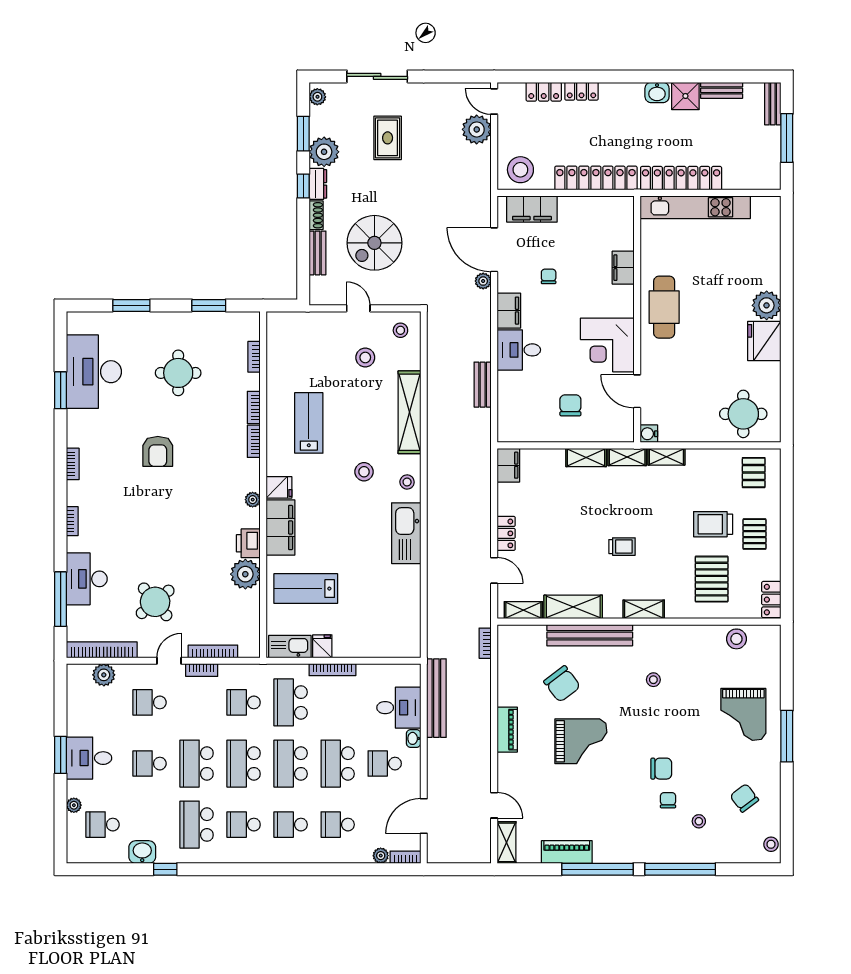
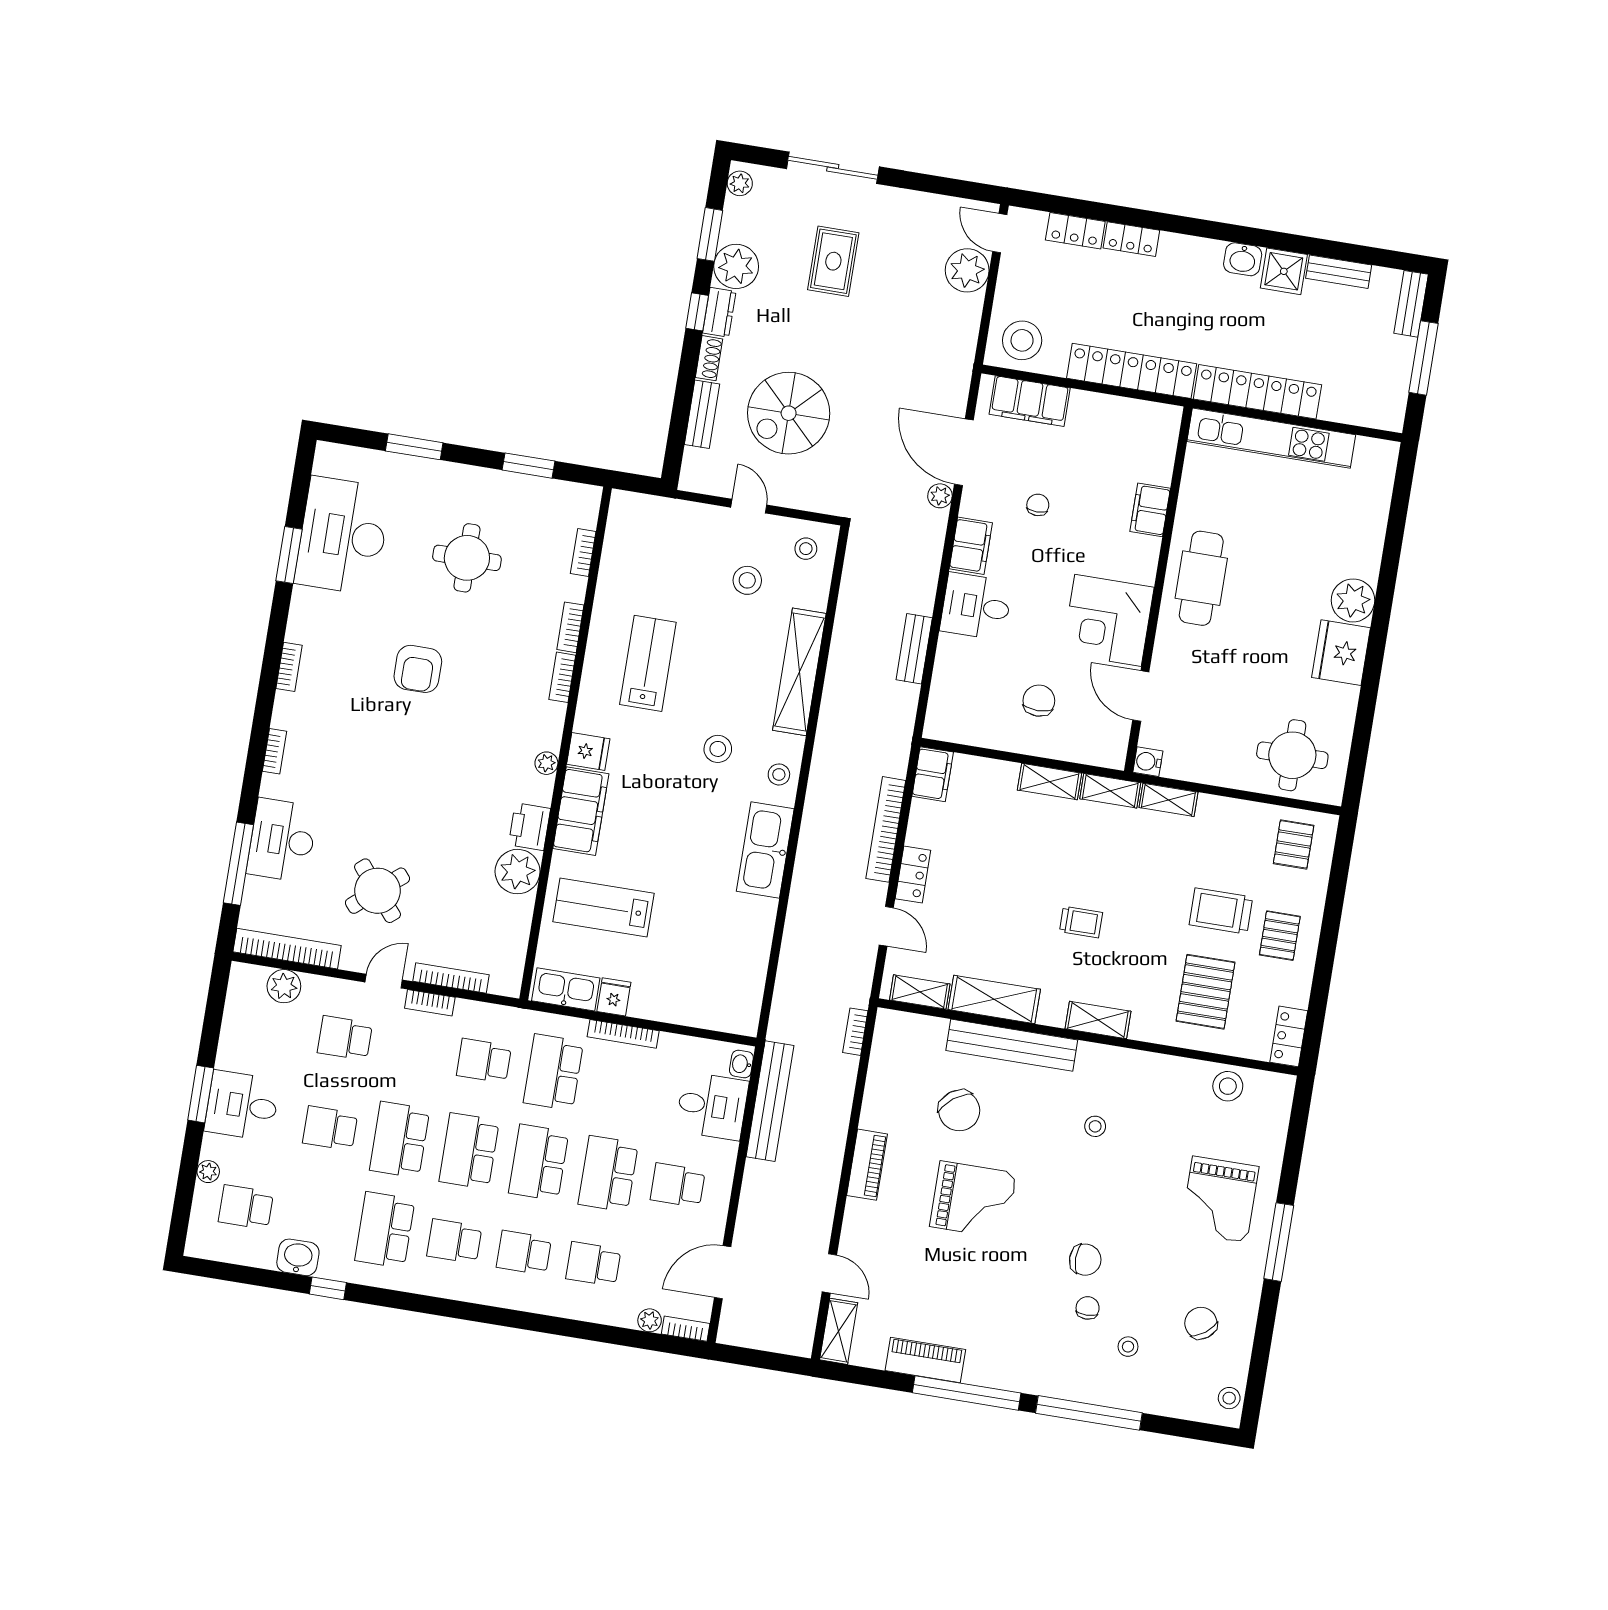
bookcase: (483, 507) -> (886, 829), added
washbasin: (414, 738) -> (741, 1064), moved

